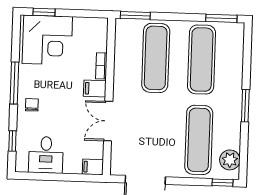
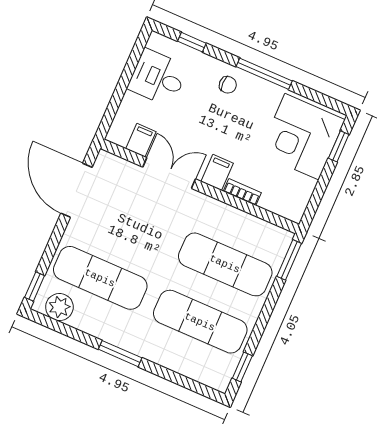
window: (221, 18) -> (242, 367), width x0.67
filing cabinet: (93, 167) -> (141, 140), moved

